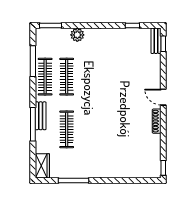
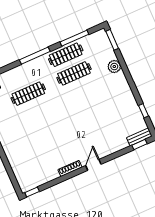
bench: (41, 116) -> (30, 66), removed
window: (33, 124) -> (35, 56), moved

